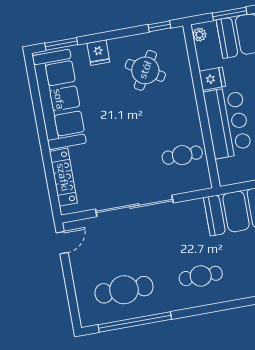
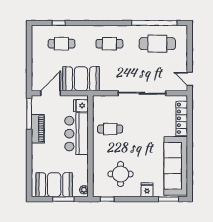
round table: (145, 70) -> (121, 174), turned -31
fridge: (212, 79) -> (81, 106), moved
cafe table: (182, 155) -> (110, 129), moved
door: (62, 243) -> (190, 79), hinge flipped

